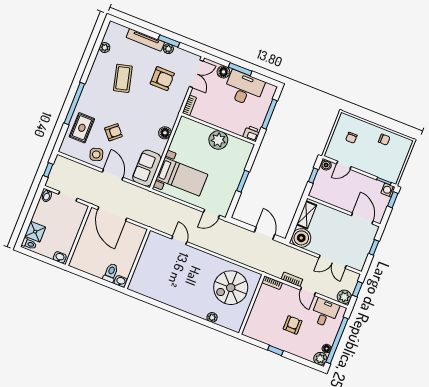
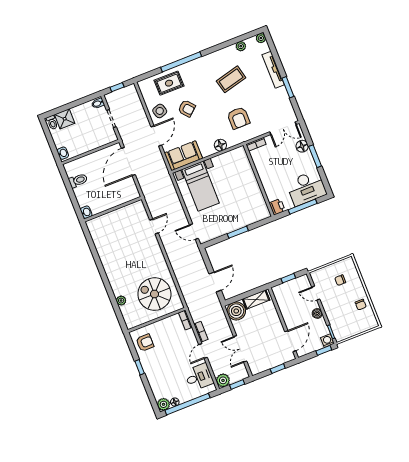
plant: (168, 49) -> (261, 38), moved
armchair: (162, 79) -> (238, 118), moved
desk: (244, 88) -> (306, 188), moved, turned 90
plant: (218, 140) -> (251, 188), removed
boiler: (326, 165) -> (317, 313), moved
toilet: (111, 273) -> (78, 180), moved
armchair: (293, 325) -> (145, 343), moved

